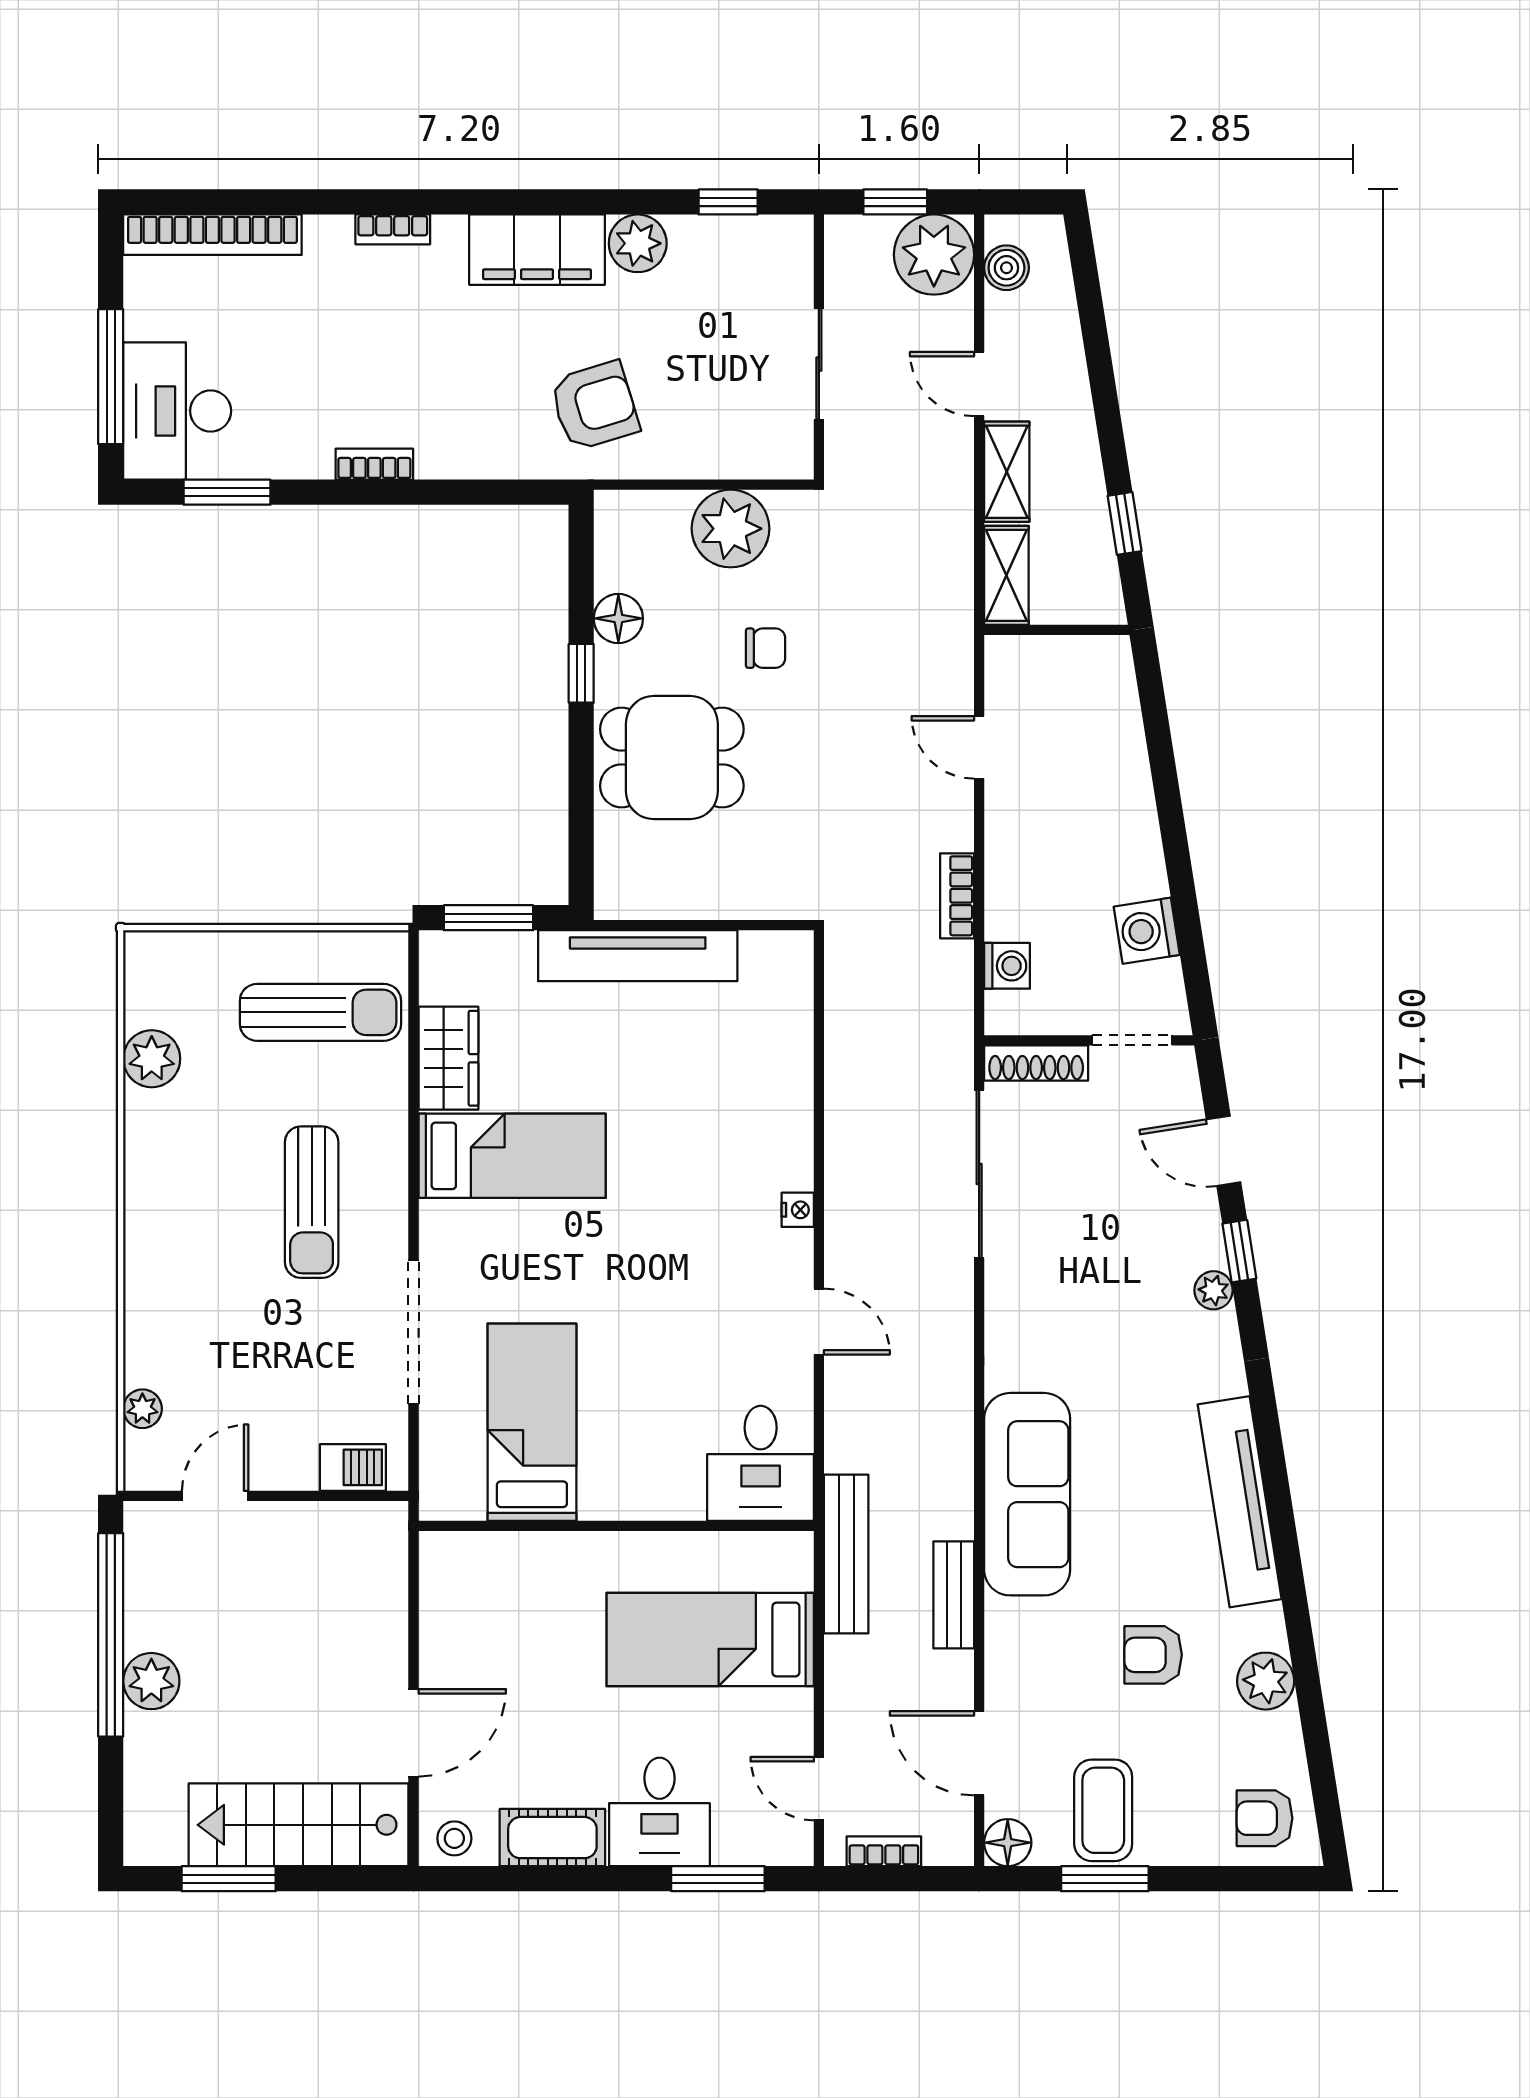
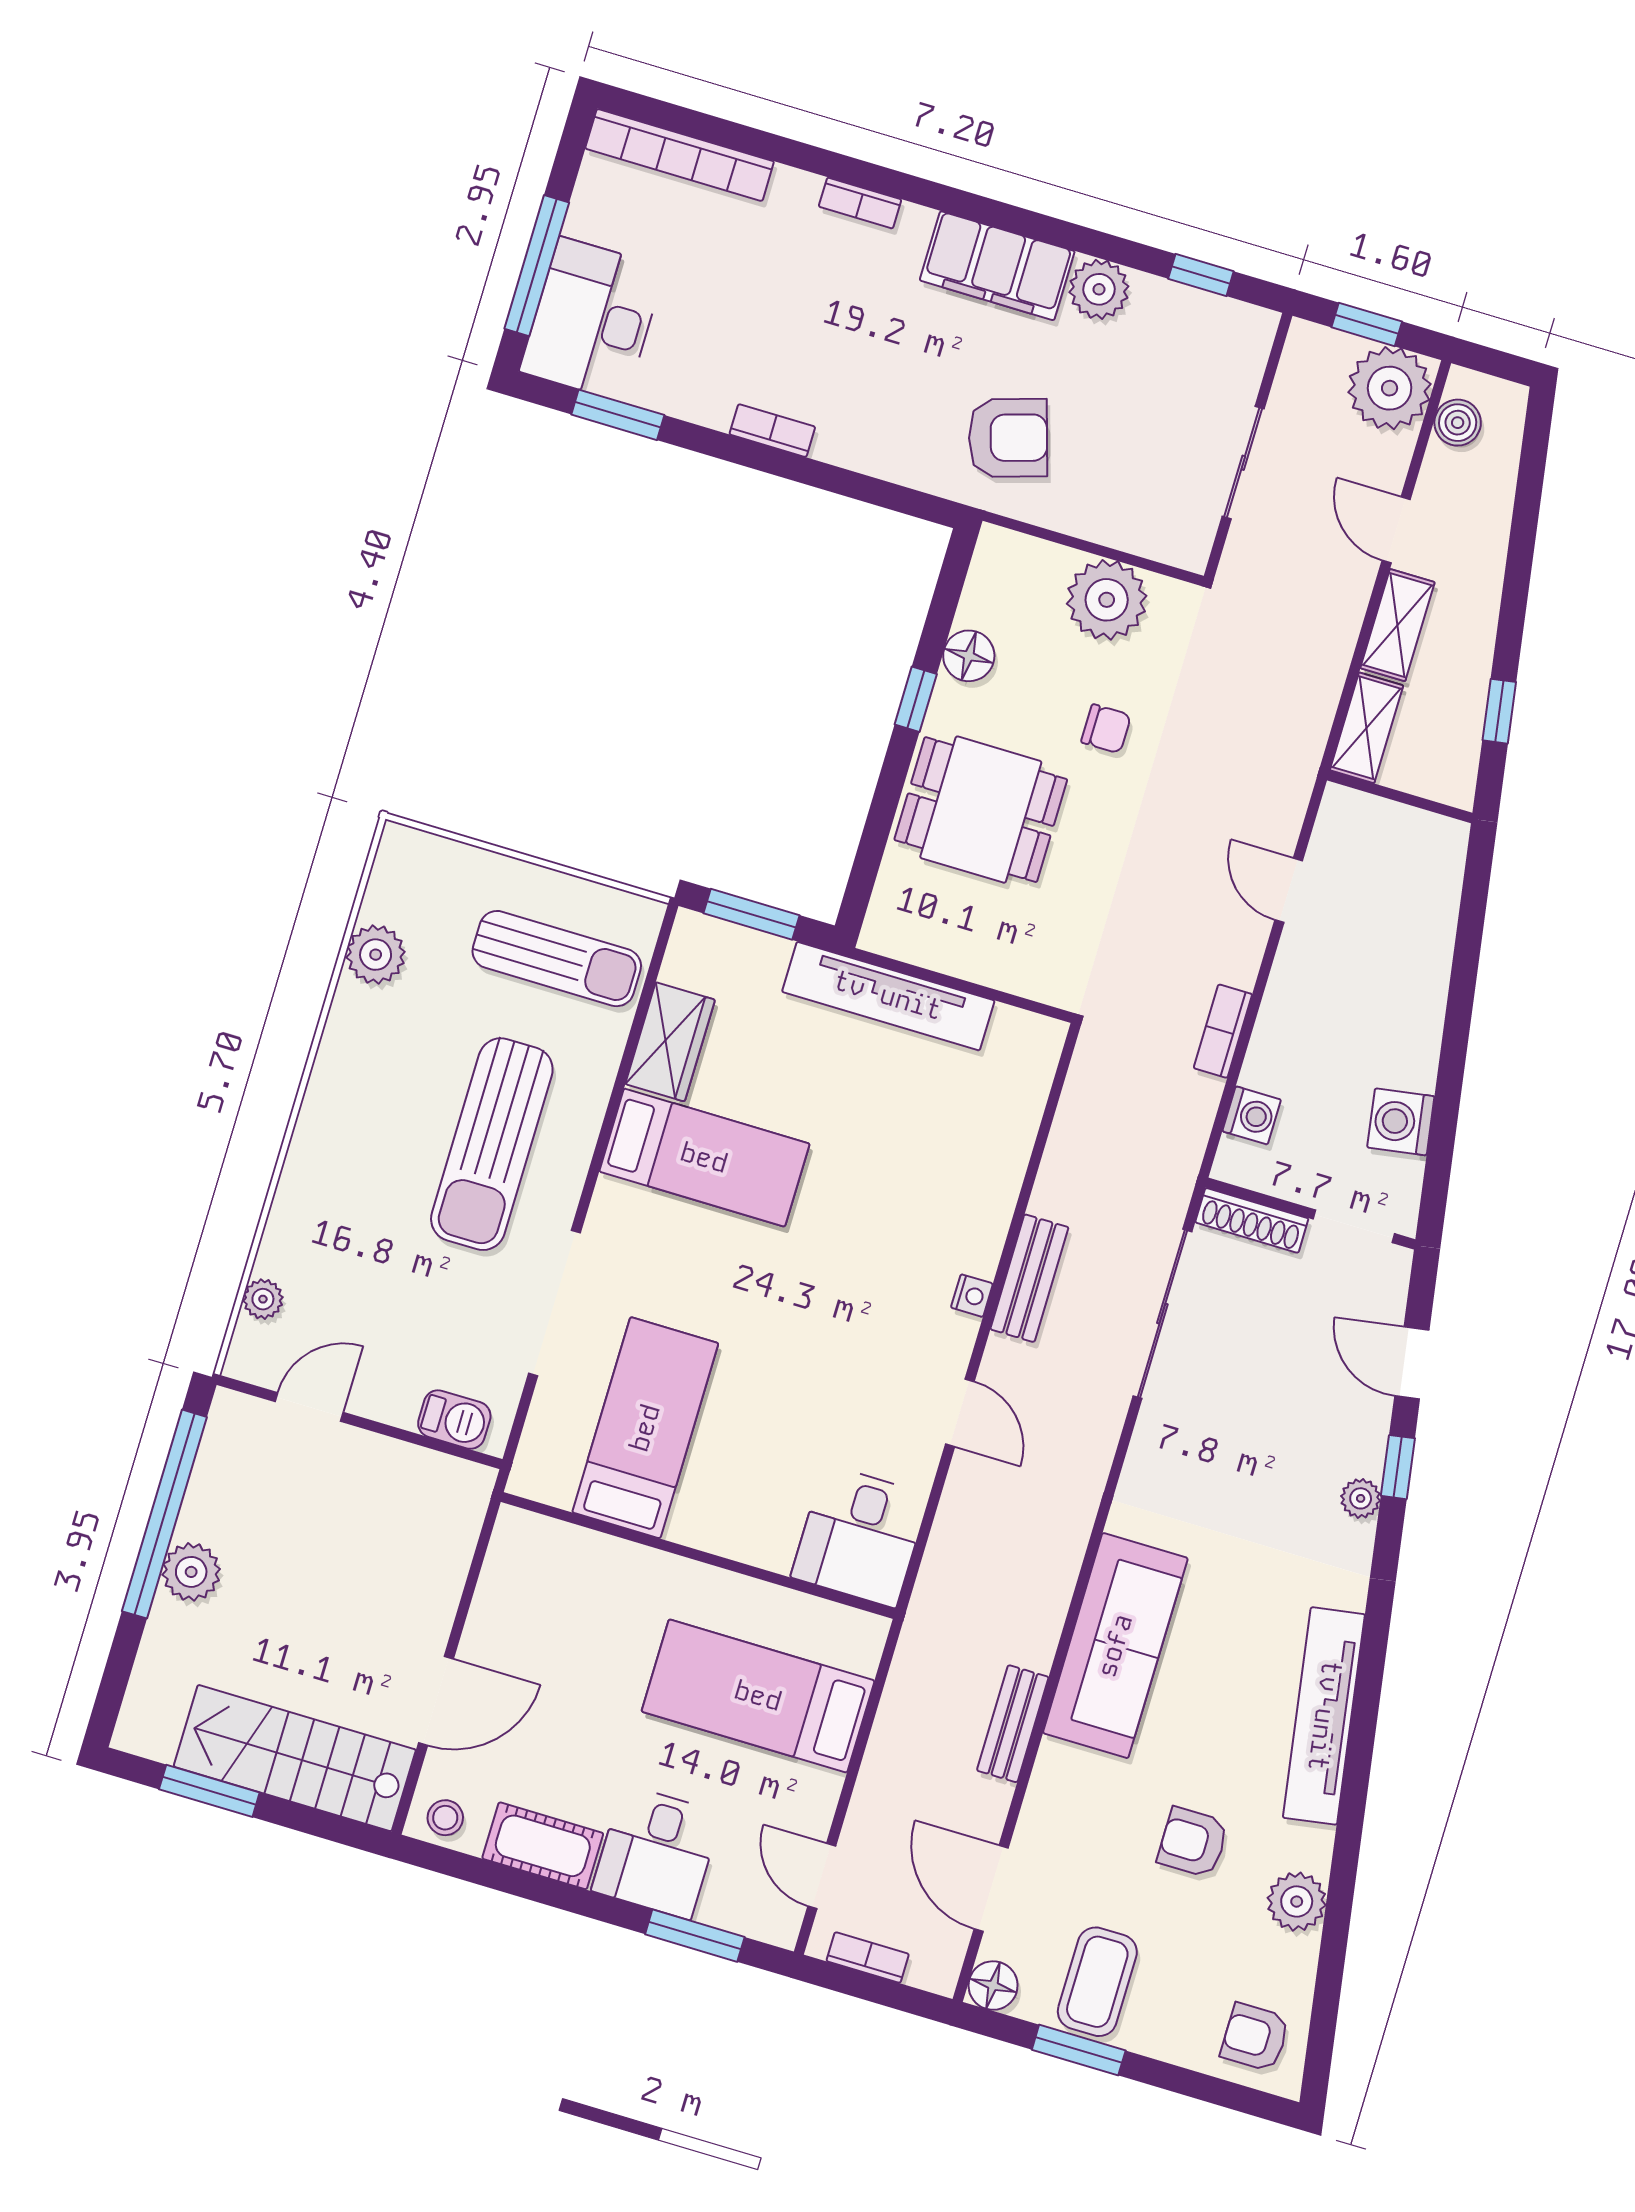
sun lounger: (312, 1202) -> (492, 1144), width x1.36, depth x1.34
bench: (846, 1554) -> (1029, 1278), moved, width x0.73

